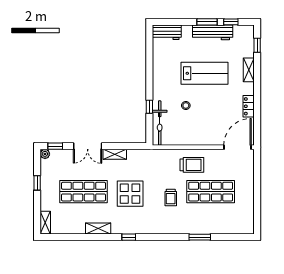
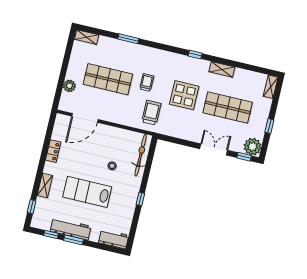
window: (149, 107) -> (140, 199), moved
door: (237, 147) -> (85, 118), moved
plant: (45, 154) -> (252, 147), width x1.88, depth x1.88
shelving: (115, 154) -> (87, 37), moved
trolley: (192, 165) -> (151, 113), moved, turned 90
plant: (248, 176) -> (69, 86), added

